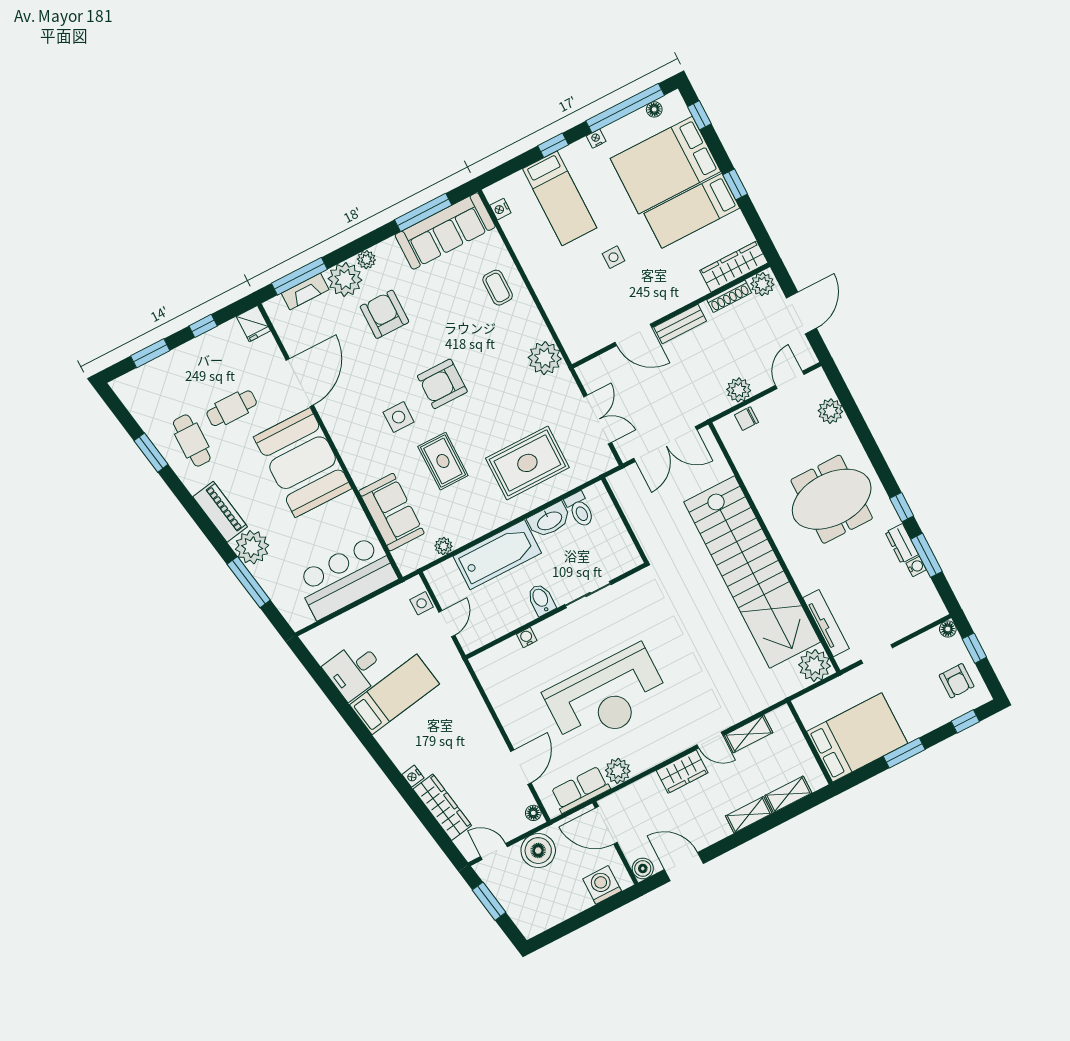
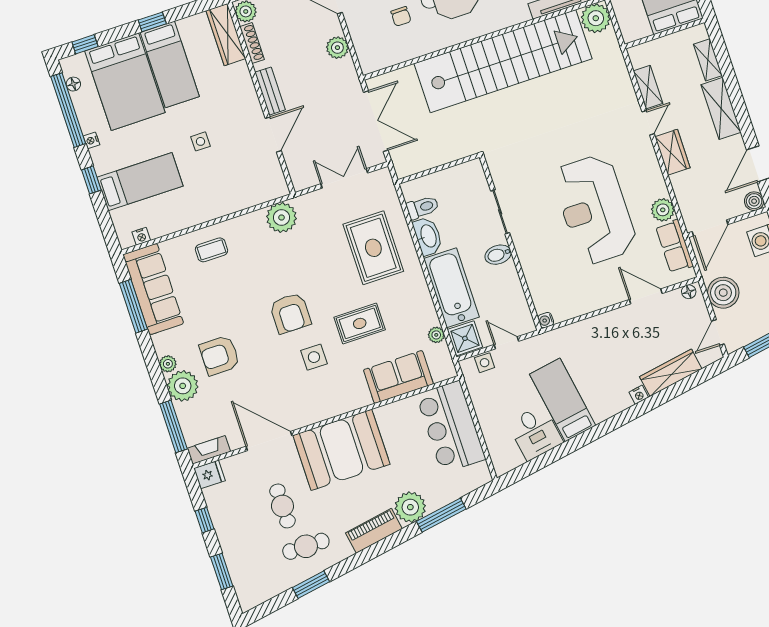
fireplace: (305, 291) -> (209, 450), moved, turned -90
chair: (746, 419) -> (401, 16), moved
shower: (445, 578) -> (465, 338), added
water cooler: (527, 637) -> (546, 320), moved
reception desk: (607, 697) -> (595, 209), turned 180
shelving: (749, 815) -> (721, 108), width x1.50, depth x1.33

